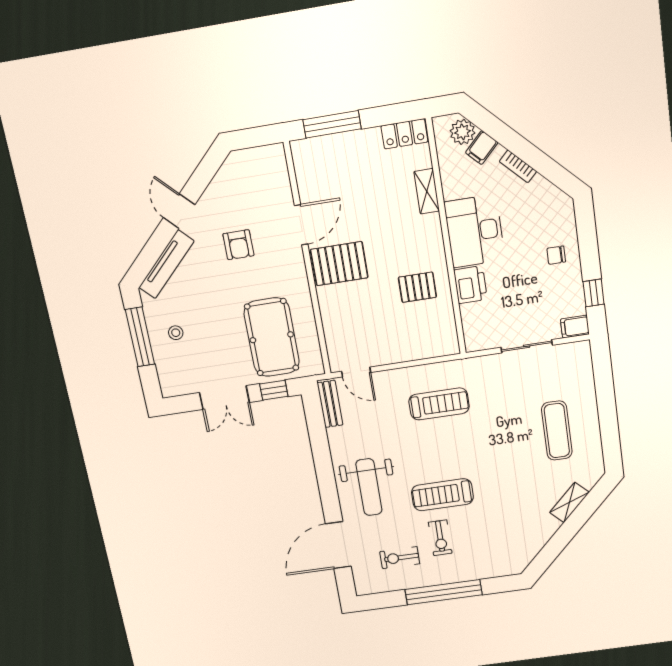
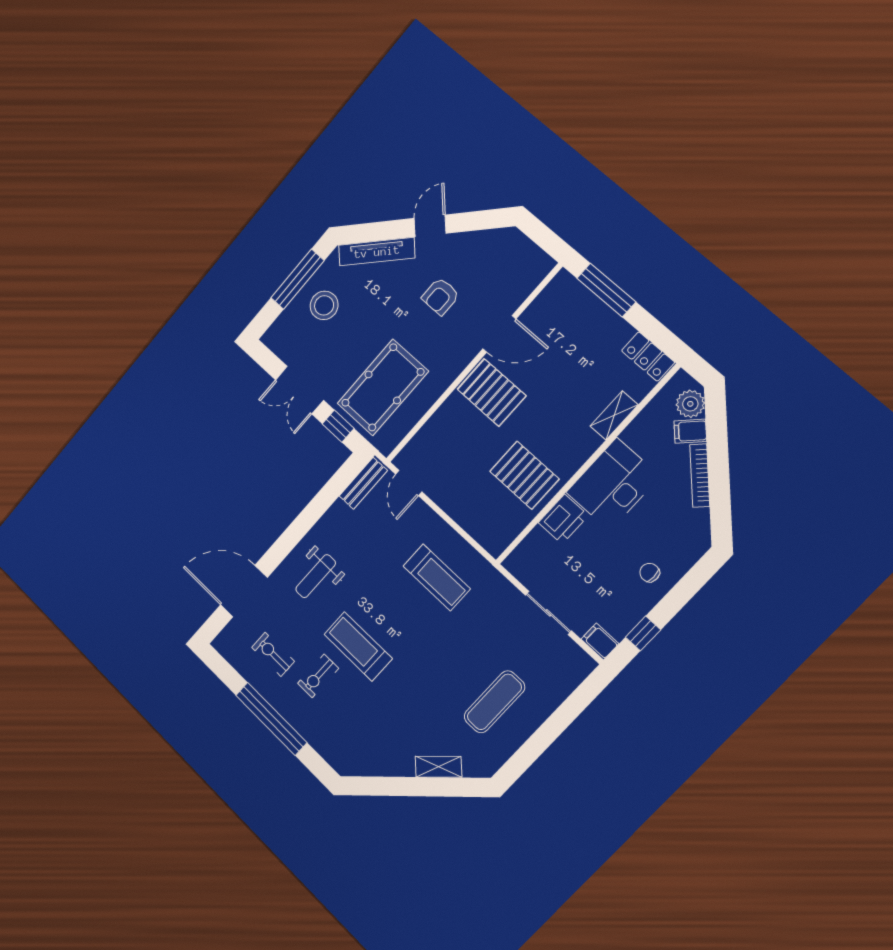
bookcase: (518, 166) -> (700, 476), width x1.56
pallet: (417, 287) -> (524, 475), width x1.50, depth x1.42
stool: (176, 333) -> (324, 305), width x1.89, depth x1.89
weight bench: (369, 487) -> (316, 576), width x0.73, depth x0.75

